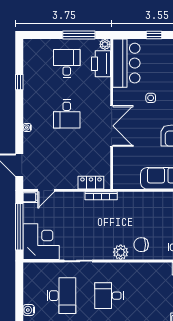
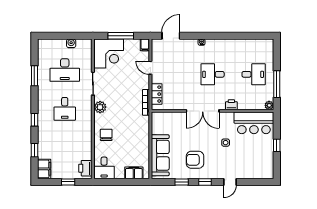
printer: (101, 64) -> (231, 105), moved, width x0.53, depth x0.68
window: (19, 82) -> (238, 36), removed
door: (46, 190) -> (150, 68), moved
window: (19, 227) -> (121, 36), width x0.68
plant: (121, 252) -> (100, 107), moved
desk: (109, 296) -> (65, 109), turned 180
water cooler: (29, 310) -> (71, 43), moved

